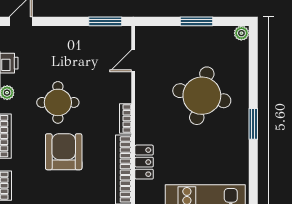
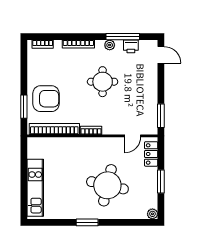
door: (133, 61) -> (133, 136), swing flipped
armchair: (64, 152) -> (46, 99), moved
locker: (144, 162) -> (151, 154), moved, turned 90

